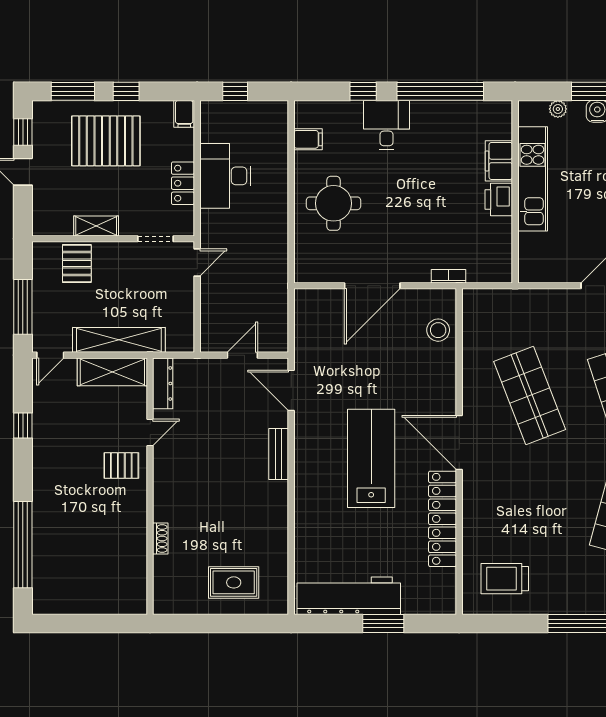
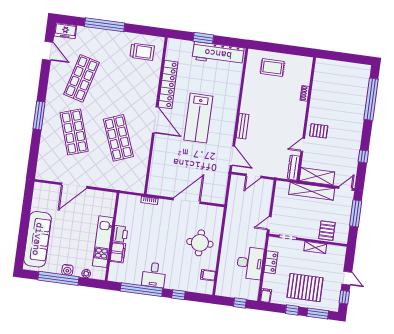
desk: (387, 125) -> (154, 275), moved
stool: (438, 330) -> (158, 175), removed

